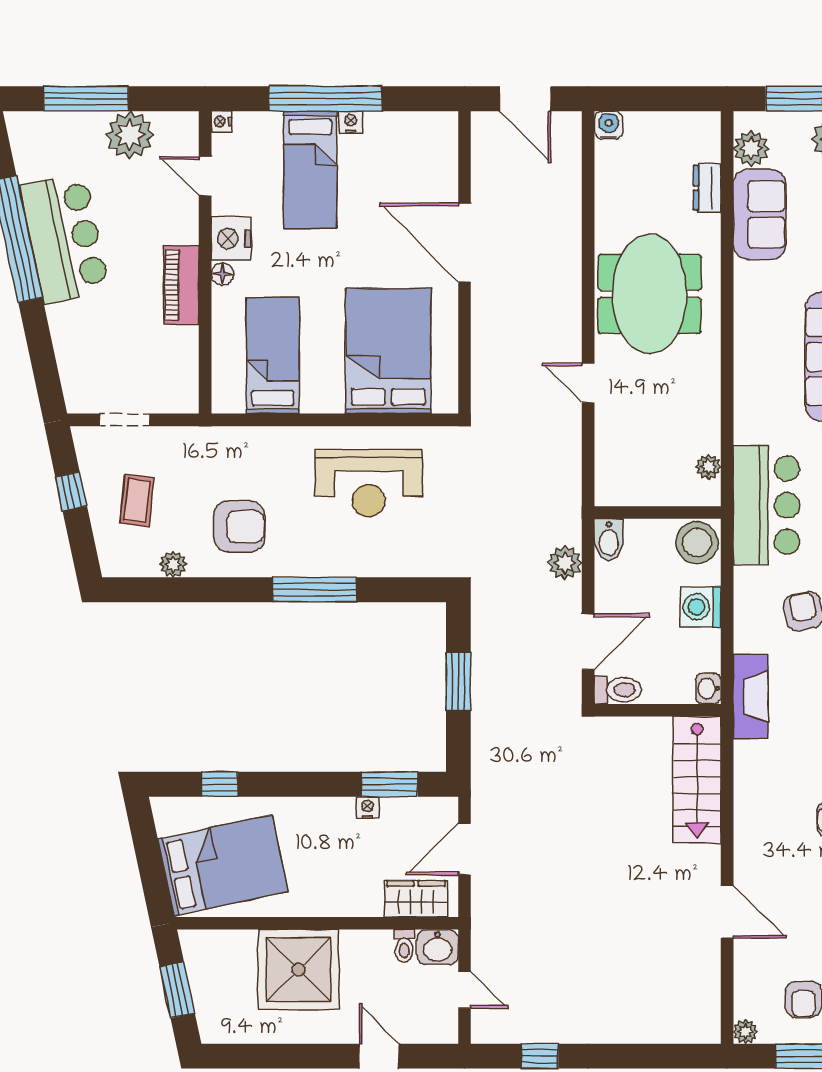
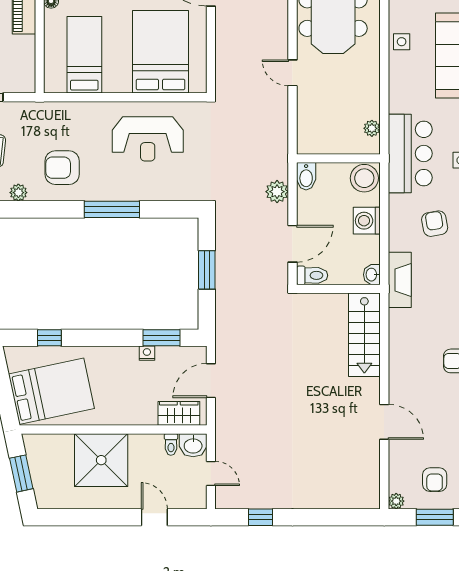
side table: (753, 336) -> (402, 42), added
armchair: (239, 527) -> (62, 168), turned 180

